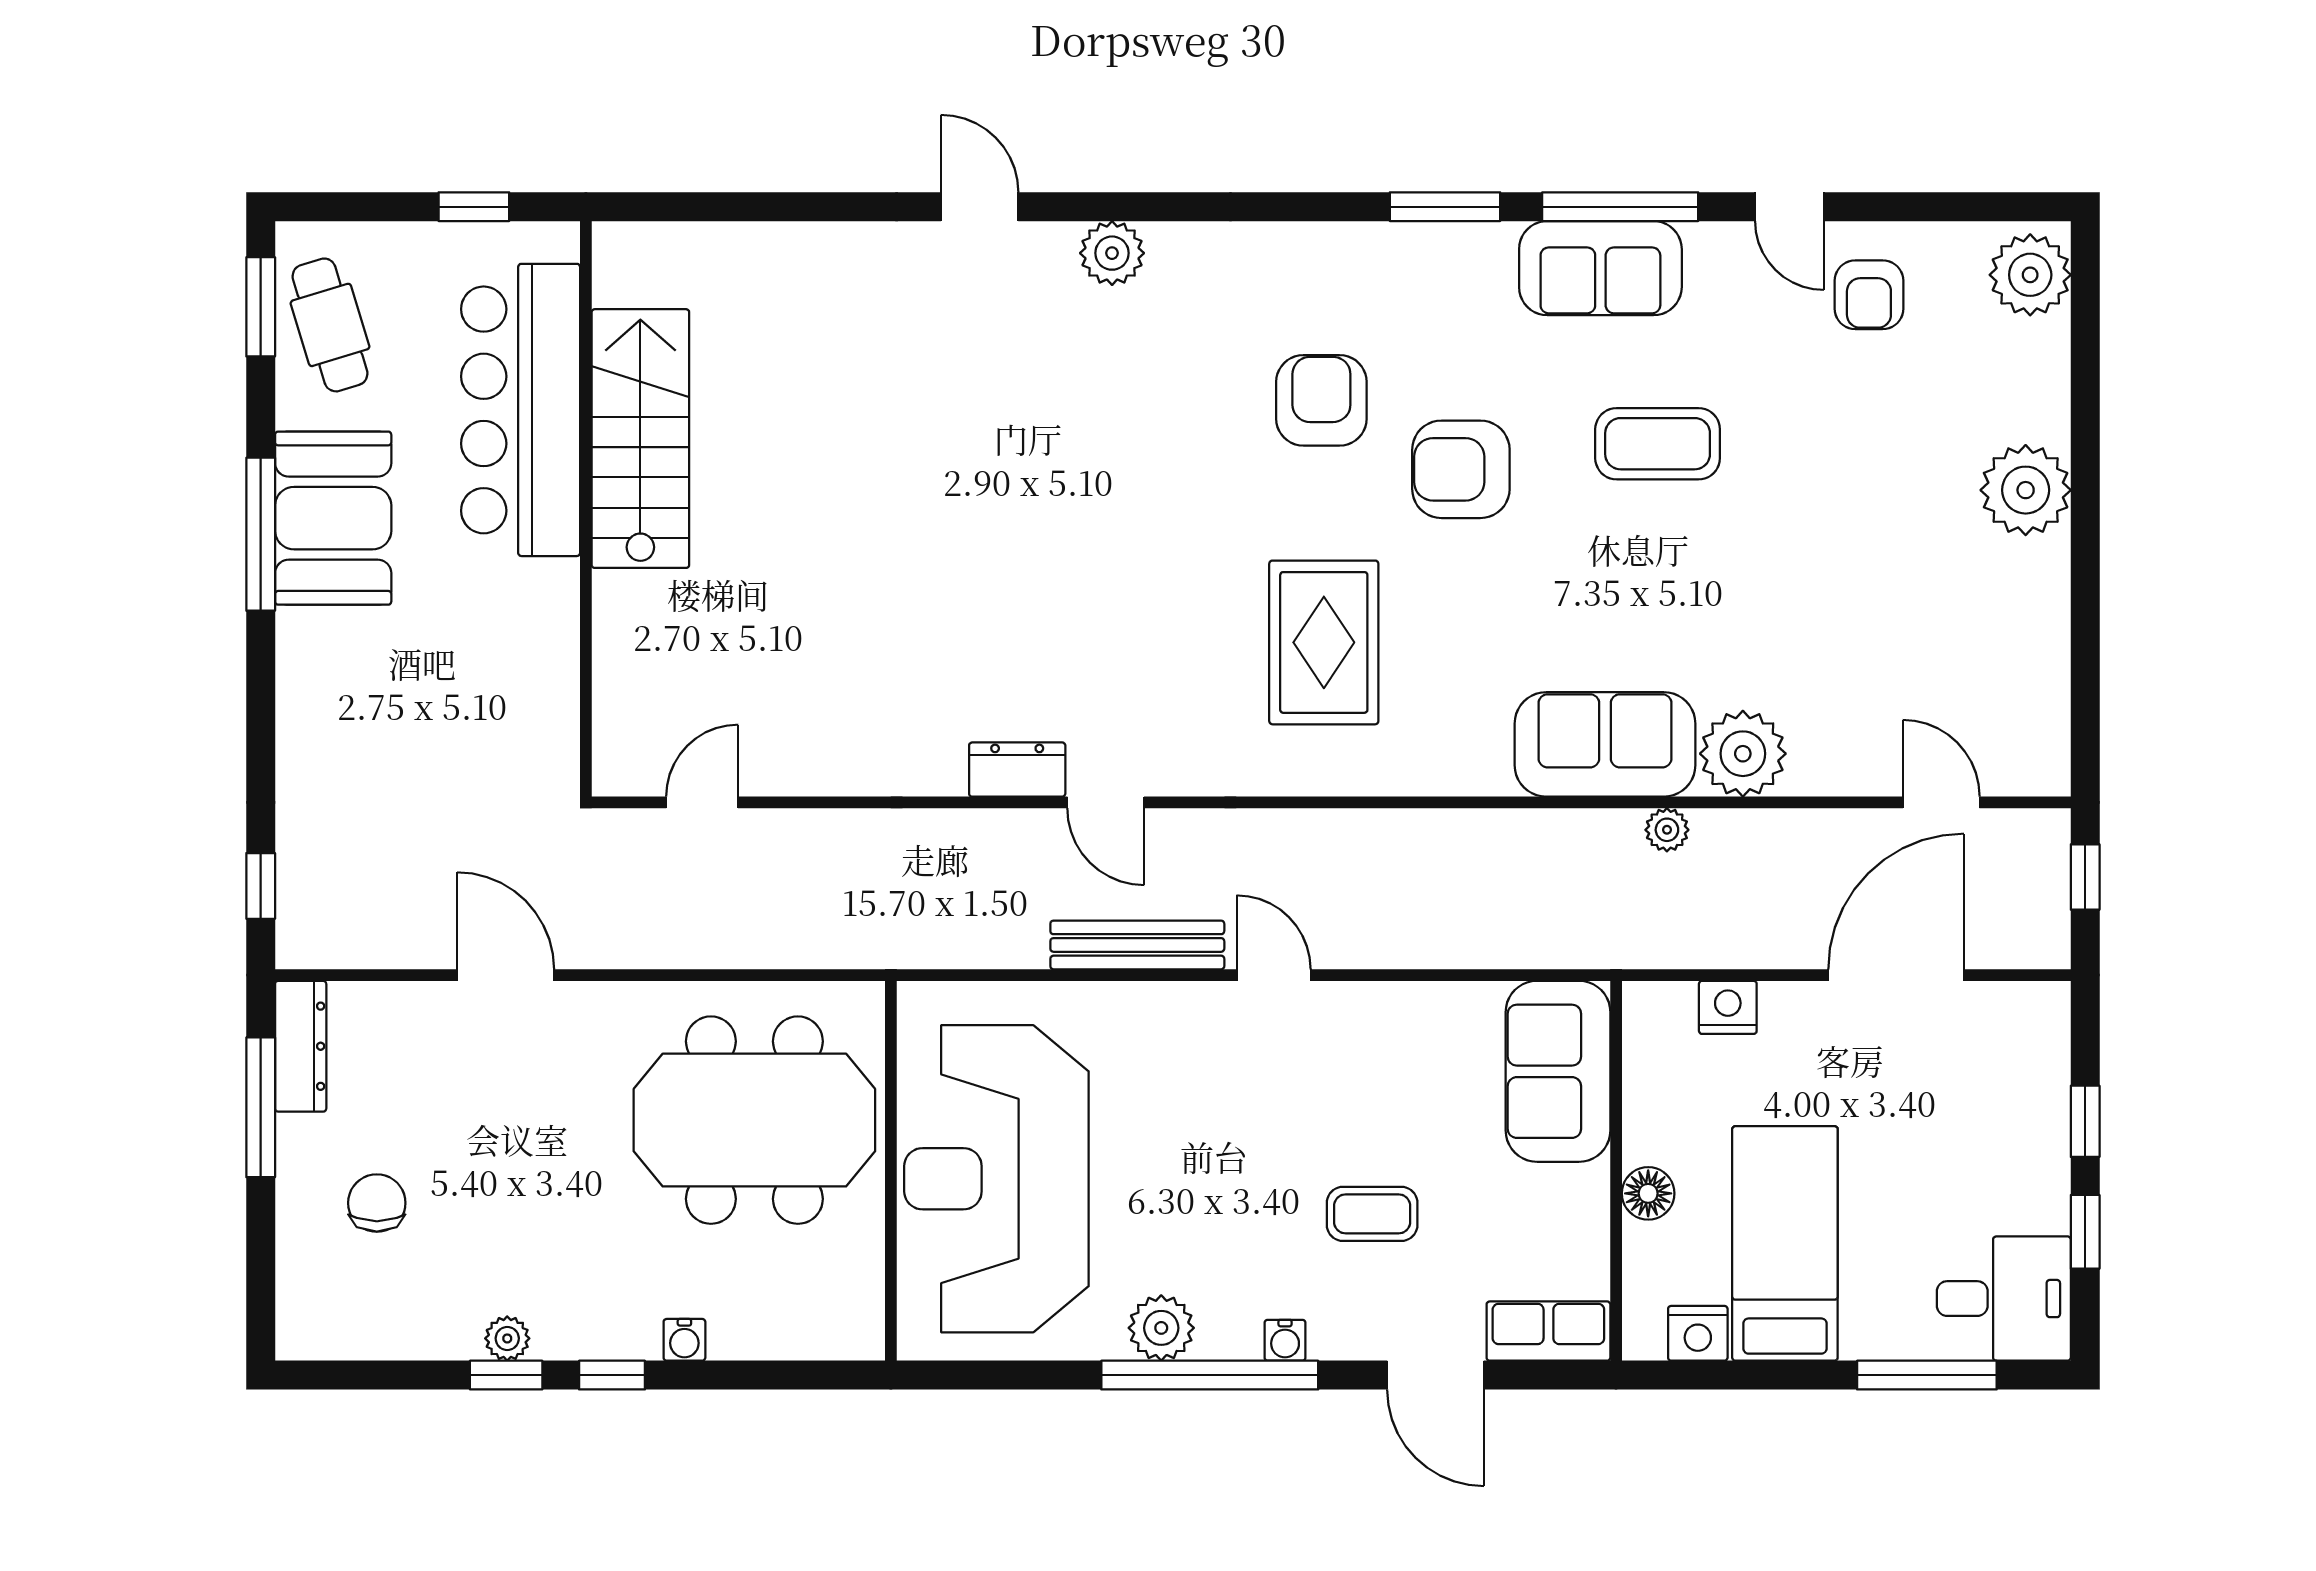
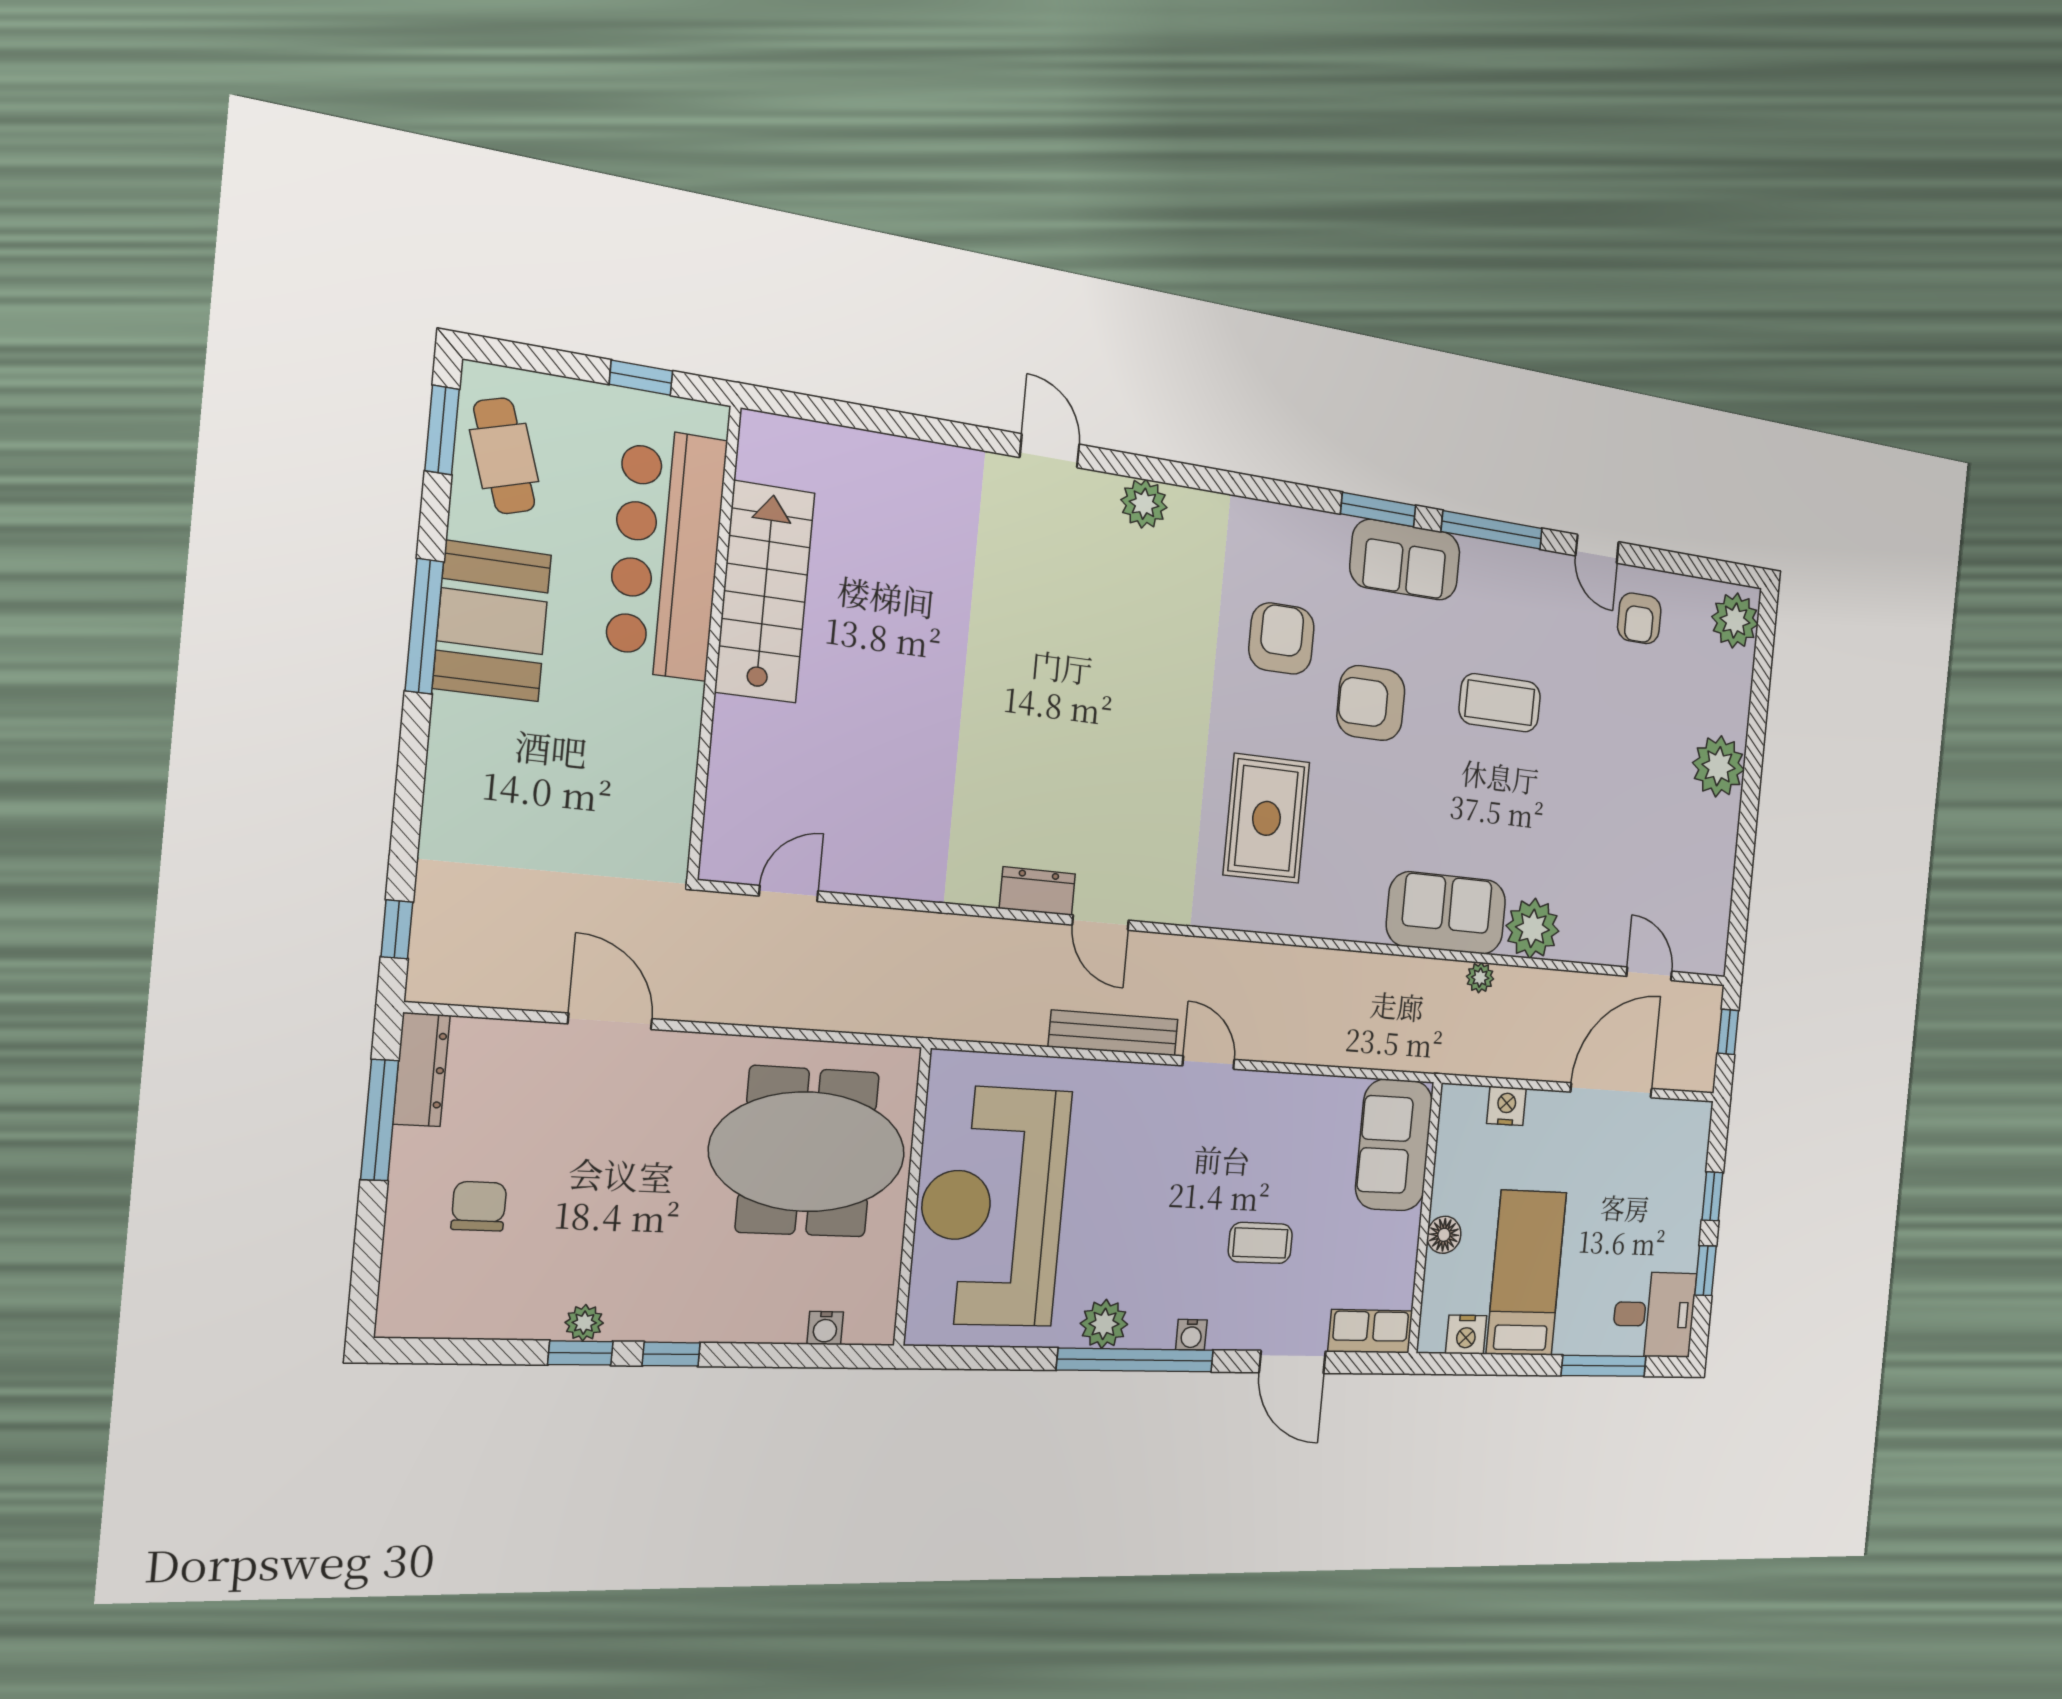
sofa: (1600, 268) -> (1405, 560), moved
water cooler: (684, 1340) -> (825, 1328), moved

